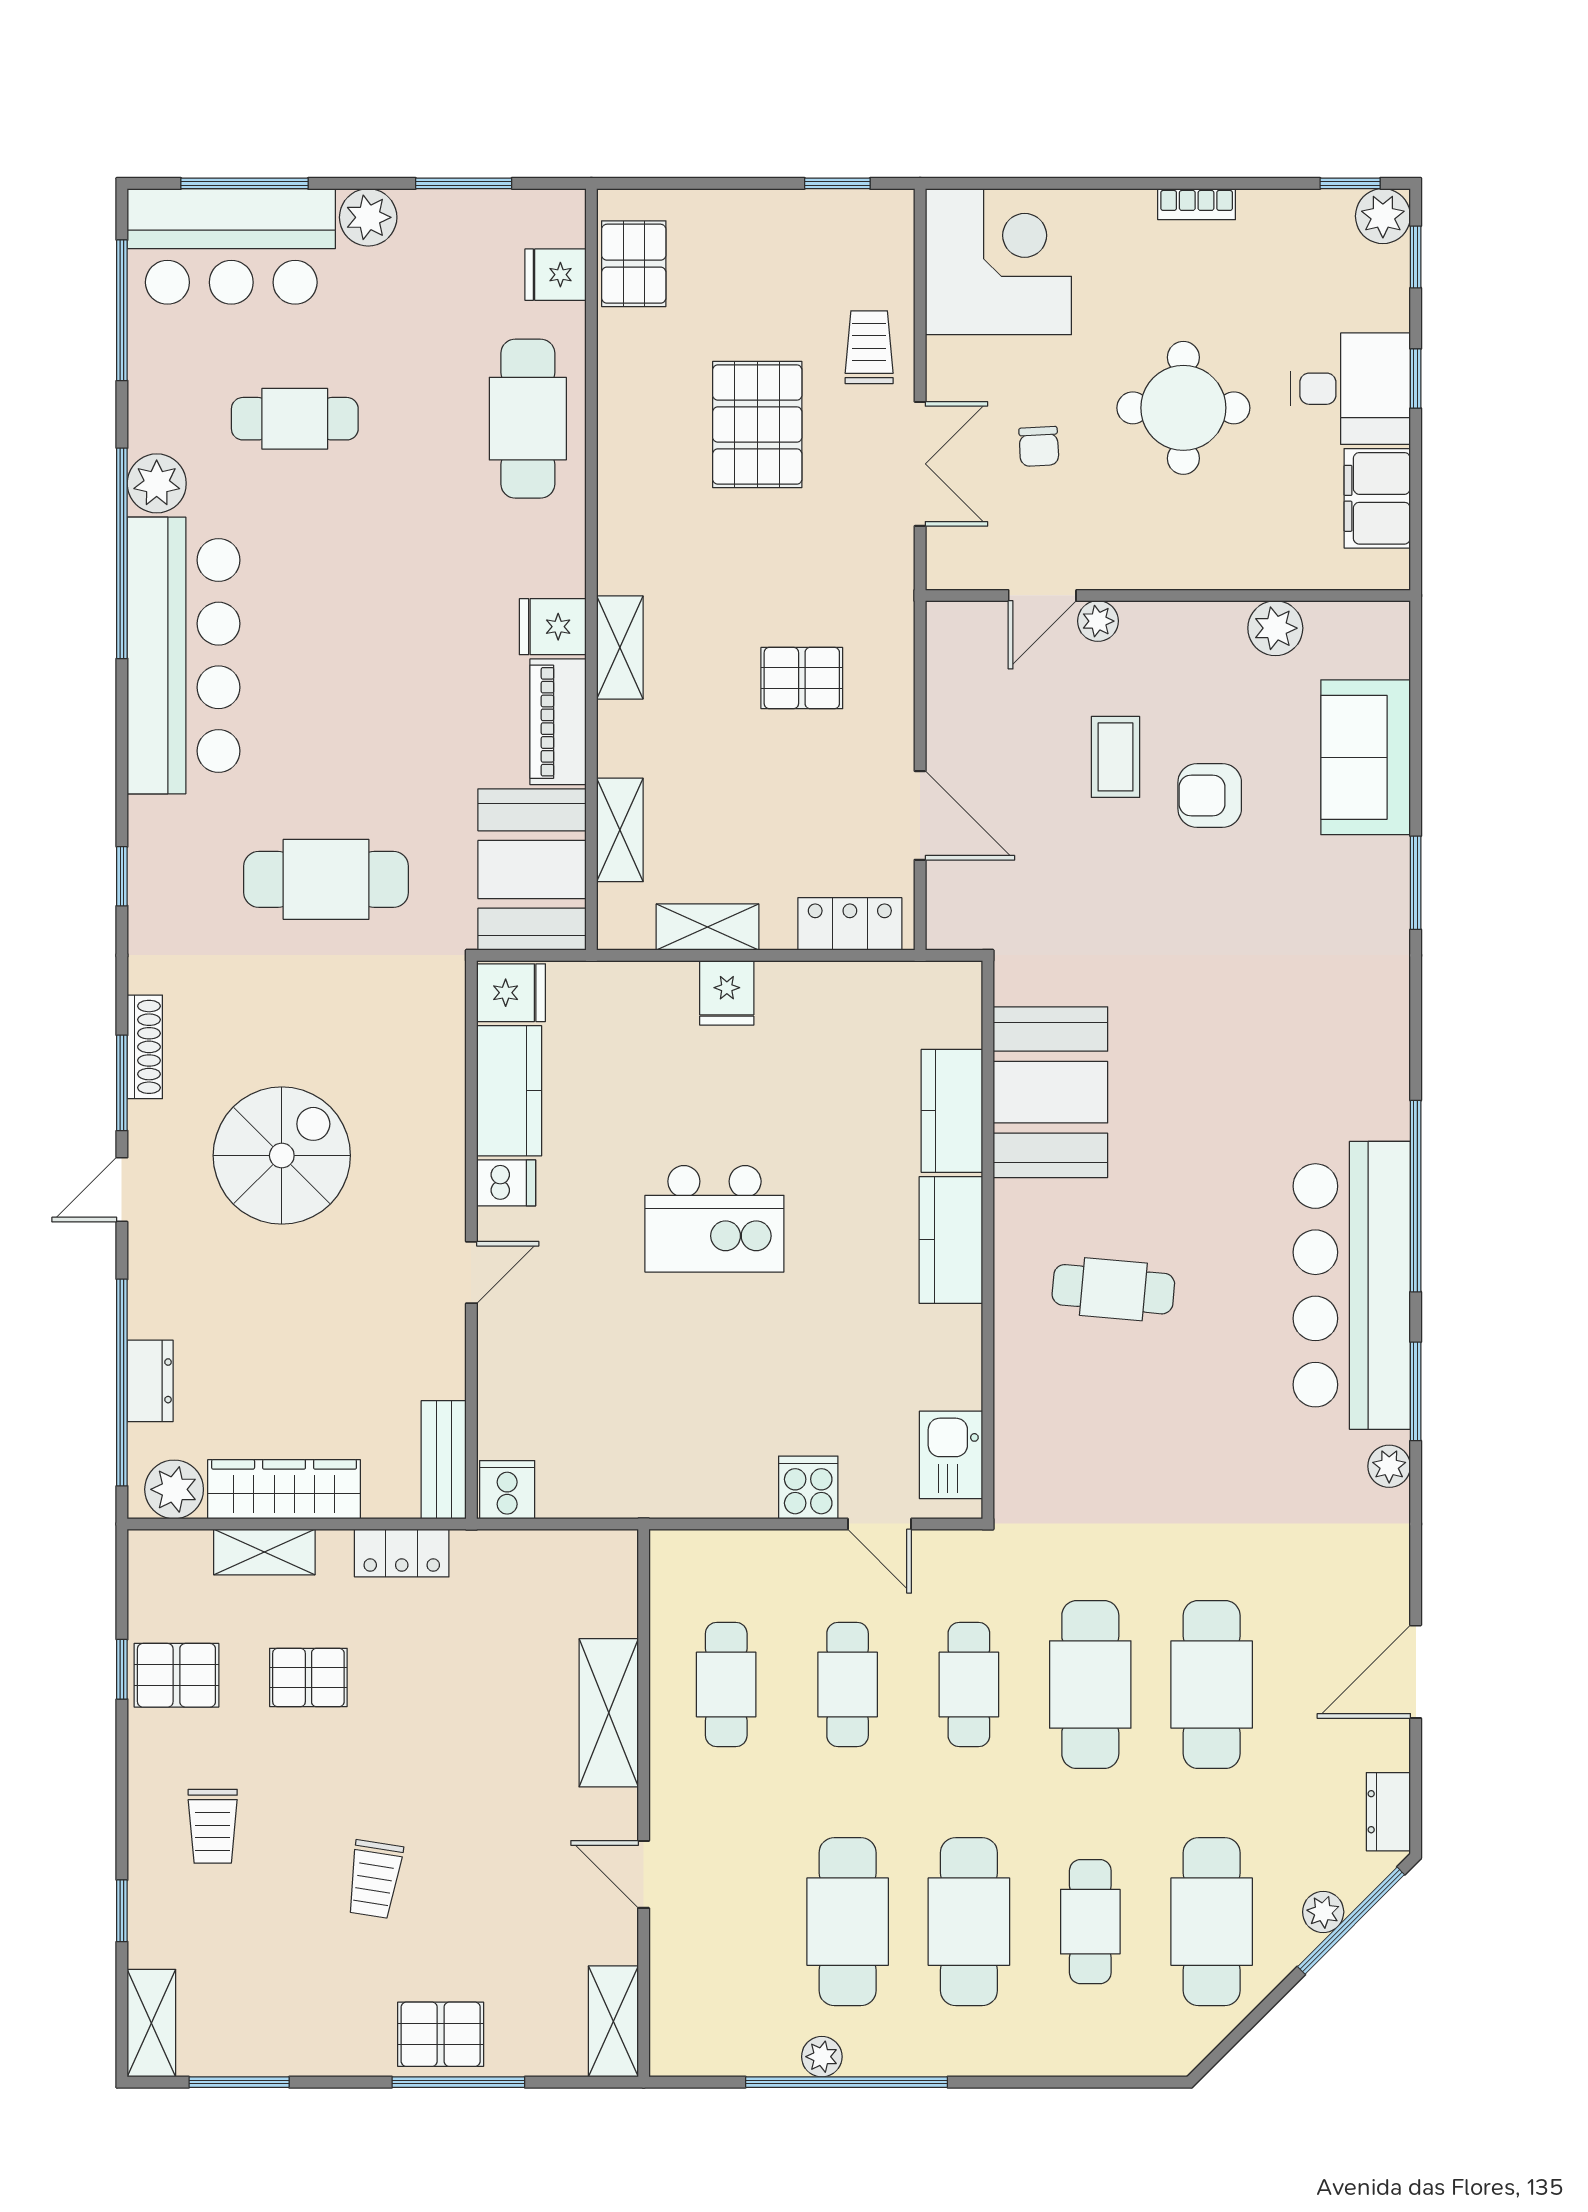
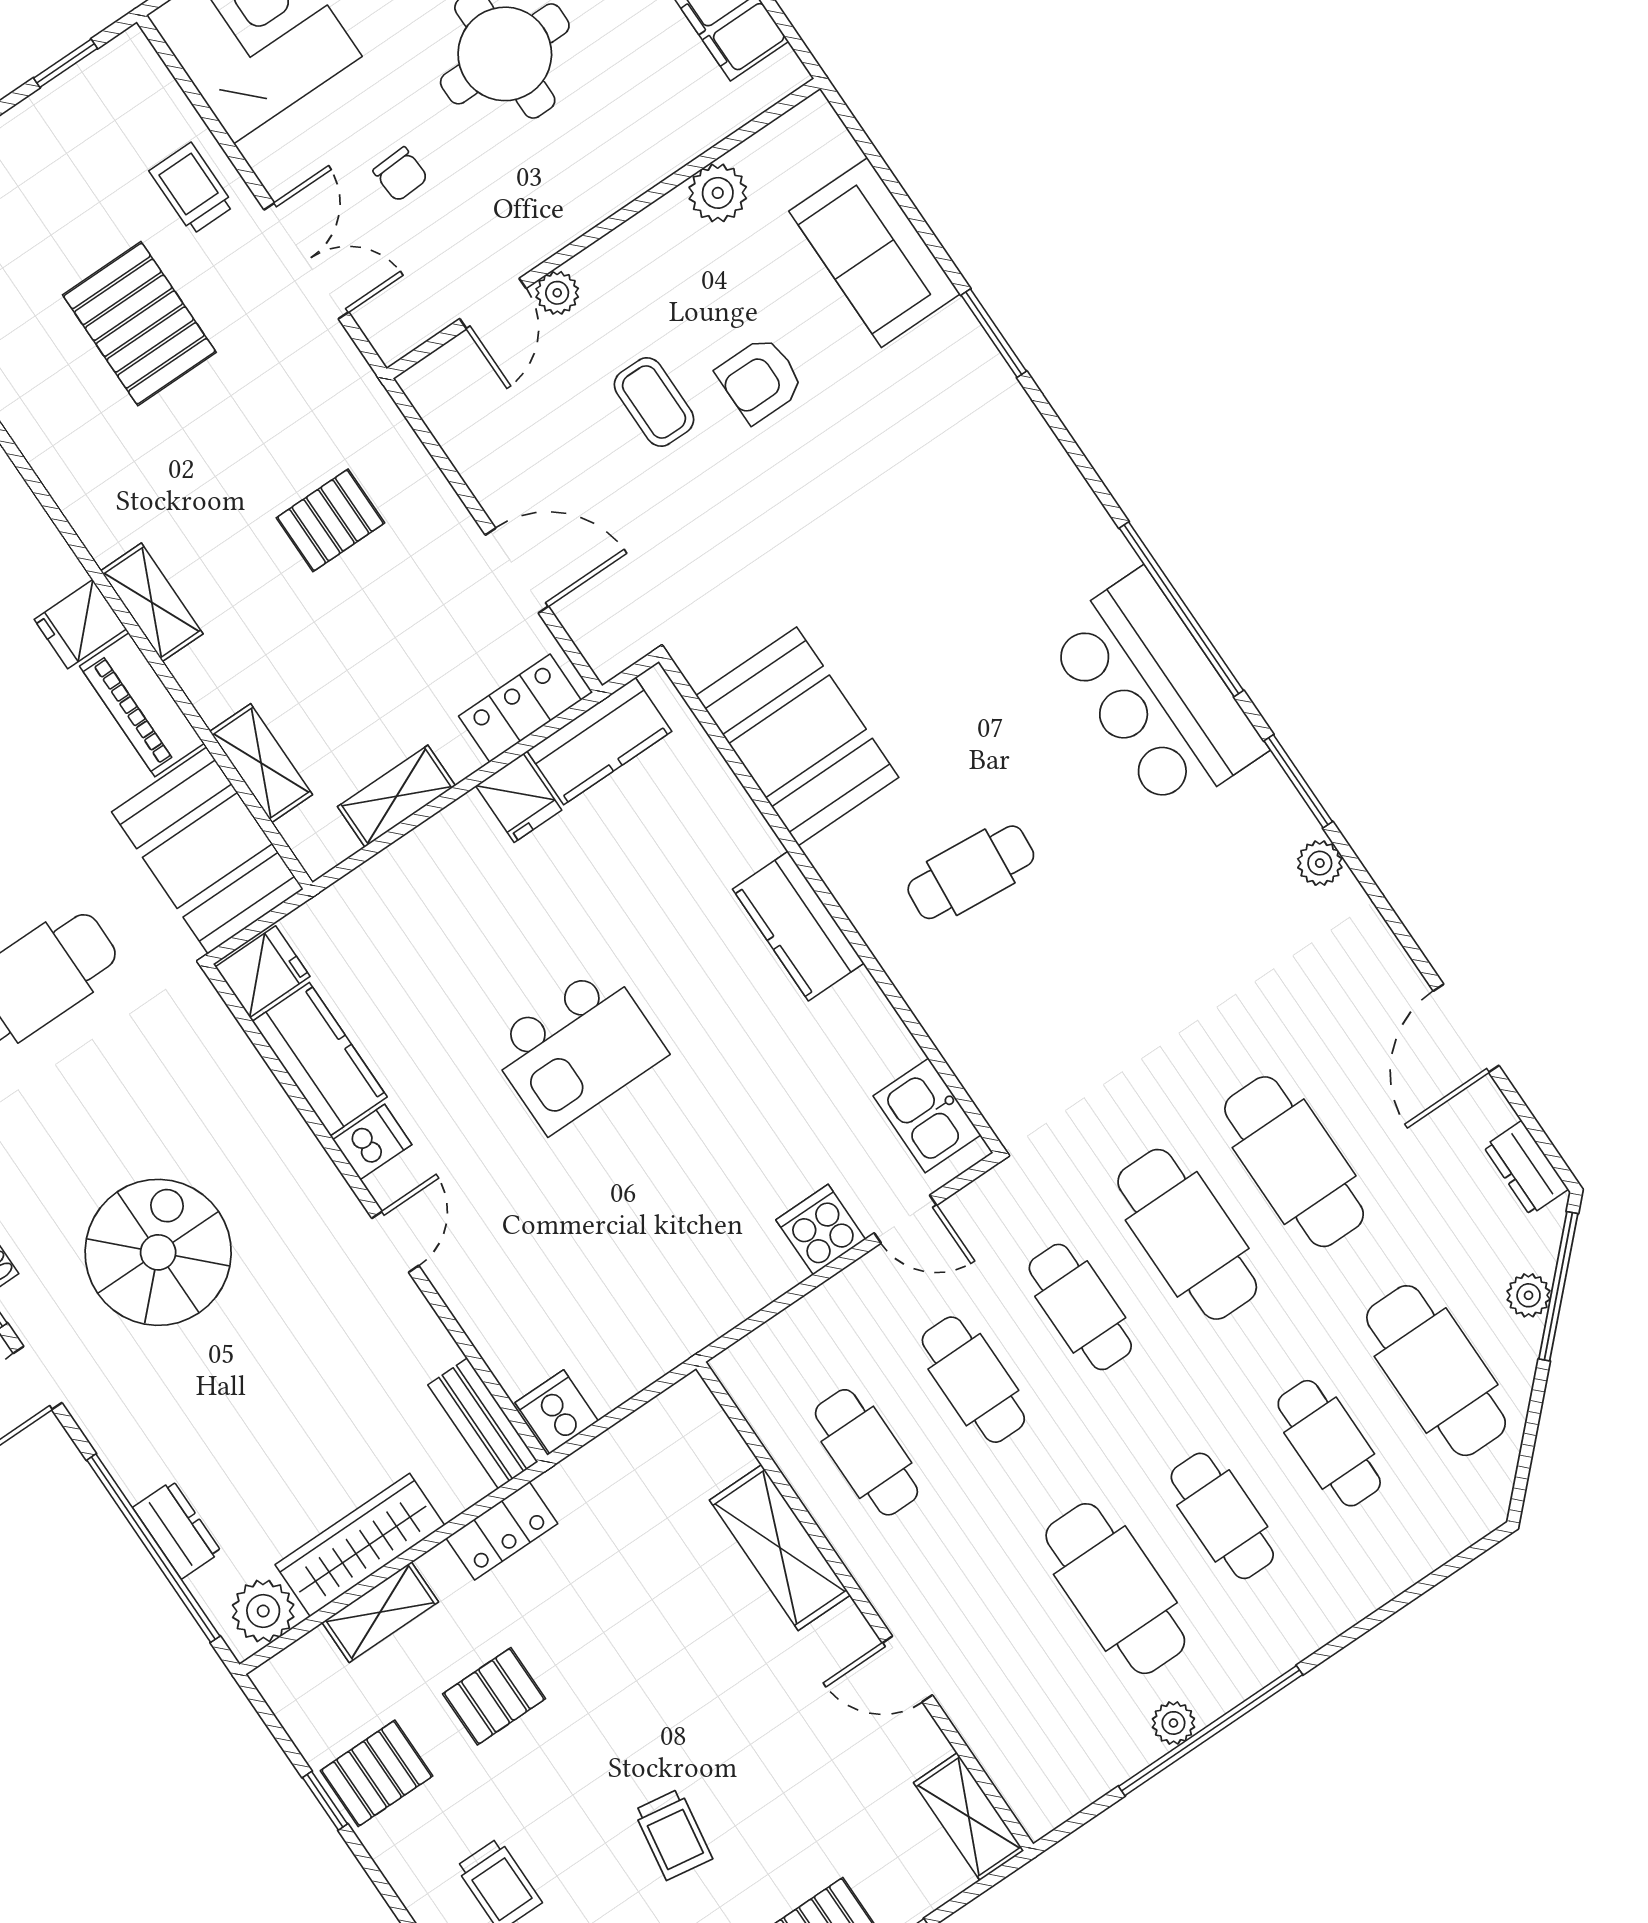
fridge: (727, 993) -> (519, 798), moved
kitchen counter: (952, 1111) -> (599, 741), moved, turned -90
bar counter: (1352, 1285) -> (1156, 692), width x0.73
cafe table: (969, 1922) -> (1222, 1516), width x0.73, depth x0.74

